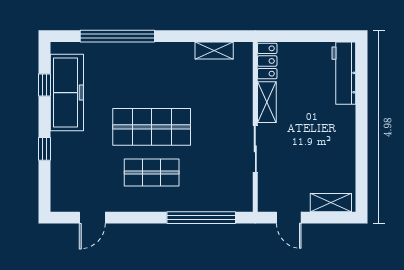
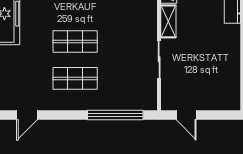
shop shelf: (152, 127) -> (75, 41), width x0.70, depth x0.74
shelving: (331, 203) -> (220, 103), removed

